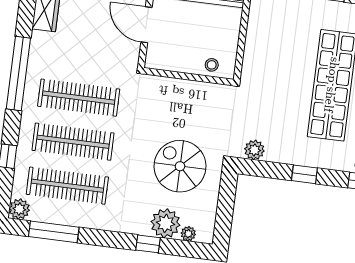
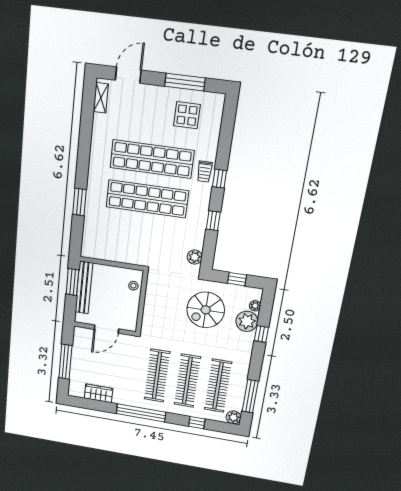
window: (225, 208) -> (237, 279), added

